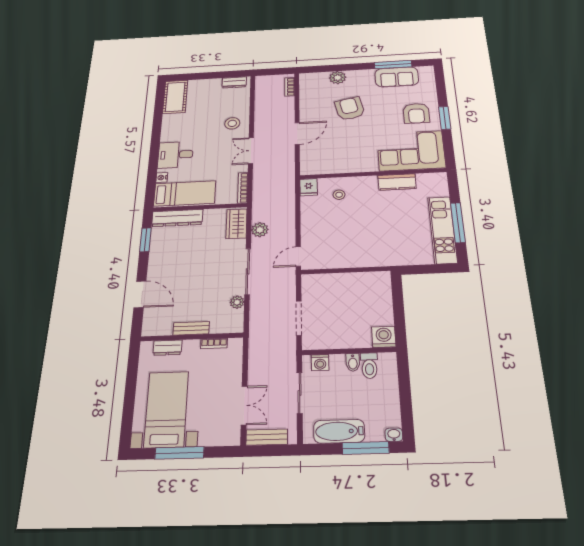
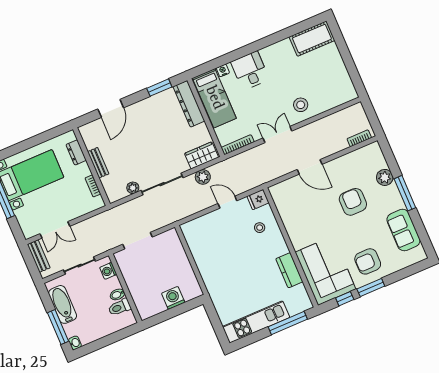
window: (393, 65) -> (405, 193), moved
dresser: (234, 82) -> (347, 85), removed
armchair: (350, 109) -> (353, 202), turned -78
window: (448, 143) -> (345, 299), added
window: (458, 223) -> (288, 323), moved
door: (298, 256) -> (227, 202), moved
washing machine: (384, 337) -> (173, 298), moved, turned -90

